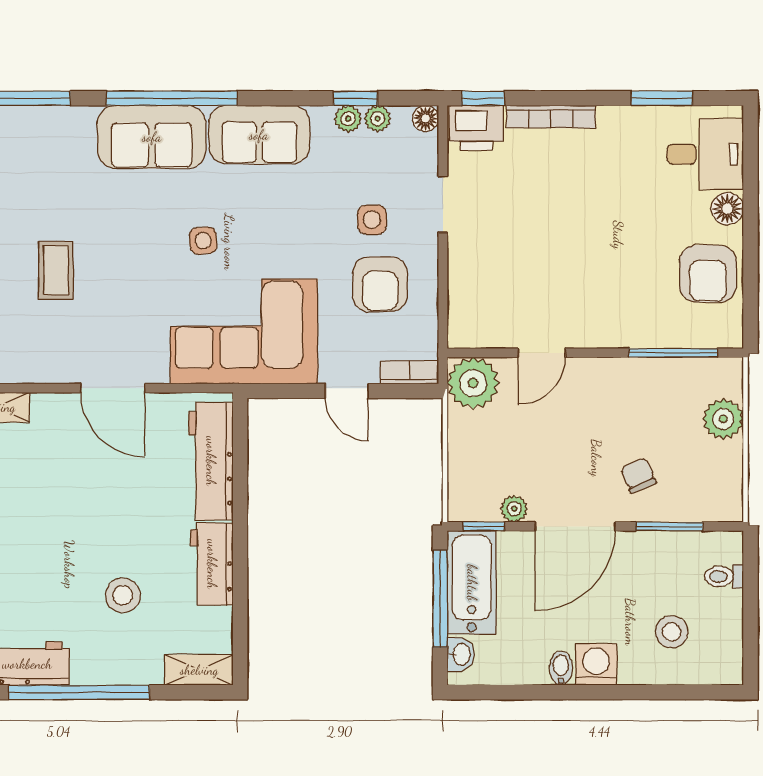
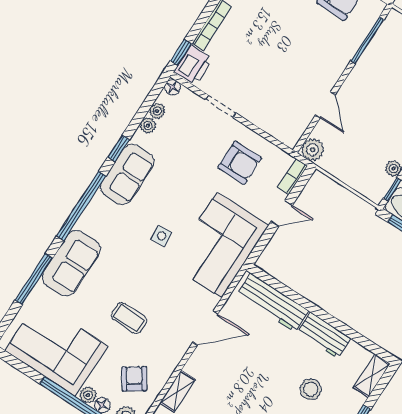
window: (355, 98) -> (119, 148), moved
sofa: (152, 137) -> (71, 263), moved
side table: (372, 220) -> (205, 146), removed
plant: (473, 383) -> (313, 150), width x0.73, depth x0.73

